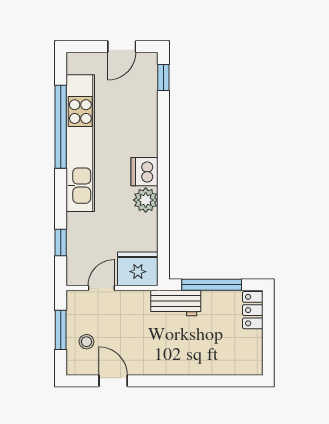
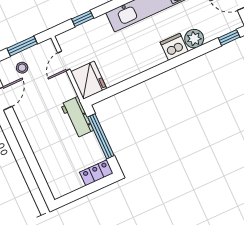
dishwasher: (145, 172) -> (174, 47), moved
plant: (146, 200) -> (194, 39), moved
door: (101, 288) -> (64, 61), swing flipped

